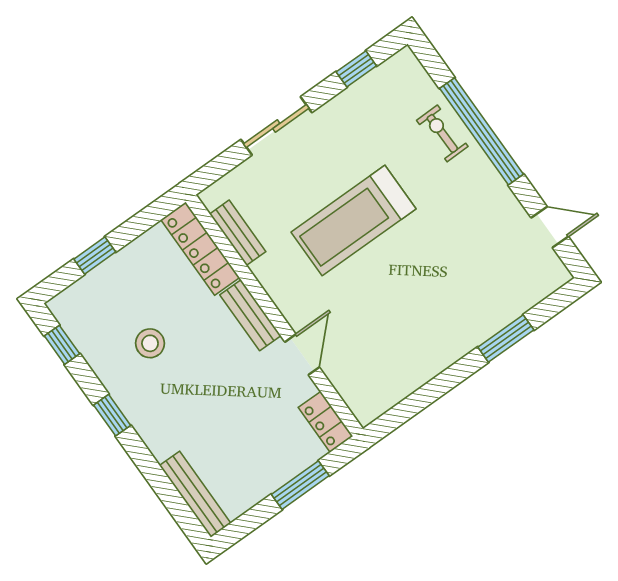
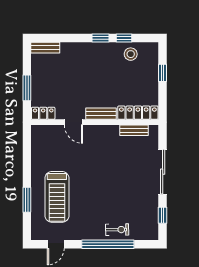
sliding door: (276, 126) -> (163, 172), width x1.37
treadmill: (353, 221) -> (57, 197), moved, turned 180
stool: (150, 343) -> (131, 54), moved
window: (62, 345) -> (124, 38), moved
bench: (195, 494) -> (45, 48), width x0.73

